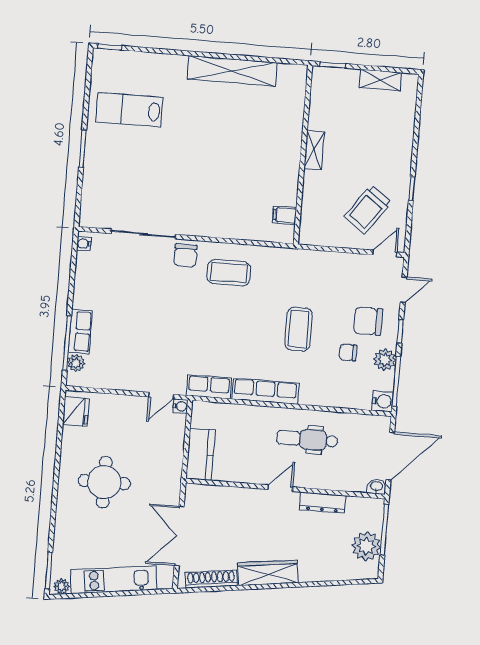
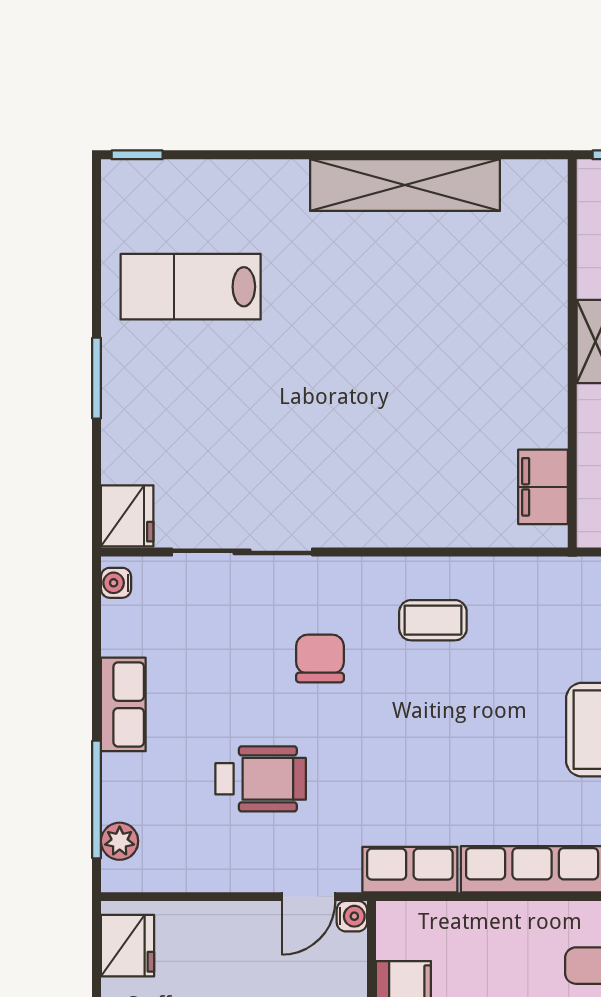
fridge: (92, 213) -> (127, 516), added
filing cabinet: (285, 215) -> (543, 487), width x2.00
chair: (185, 256) -> (320, 658), moved, turned 180
coffee table: (229, 273) -> (433, 620), width x0.73, depth x0.77
row of seats: (80, 331) -> (123, 704), moved
wheelchair: (143, 339) -> (261, 779), added

